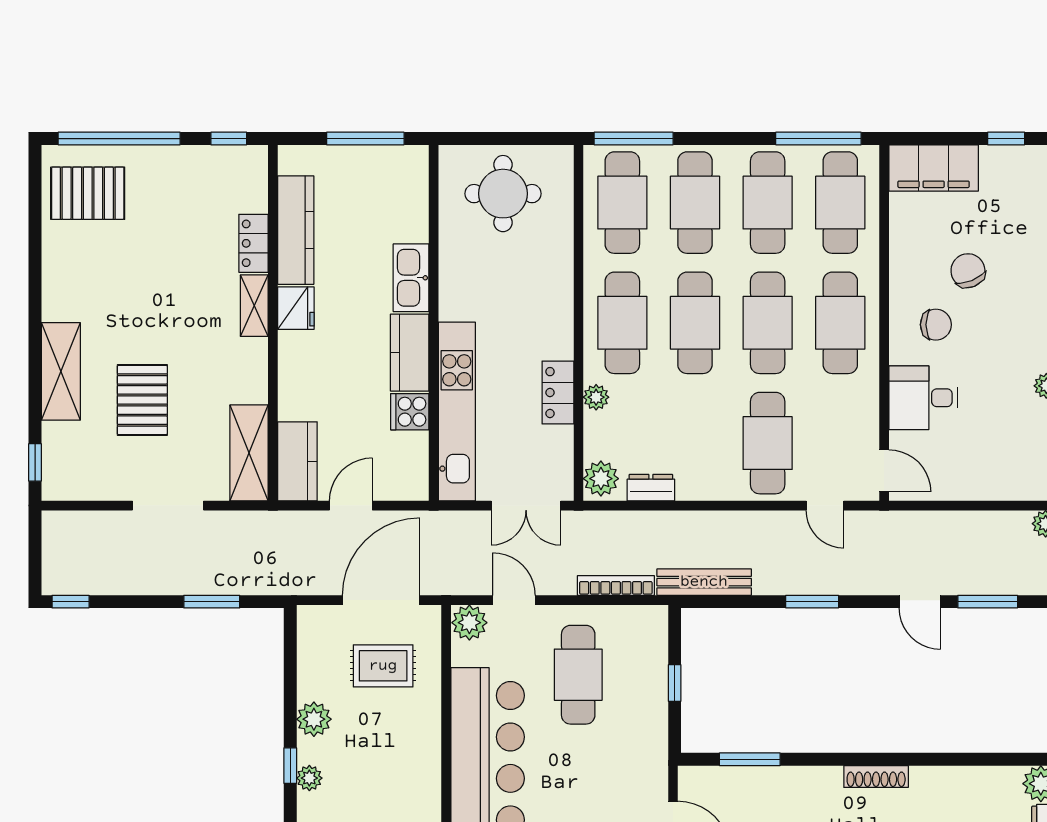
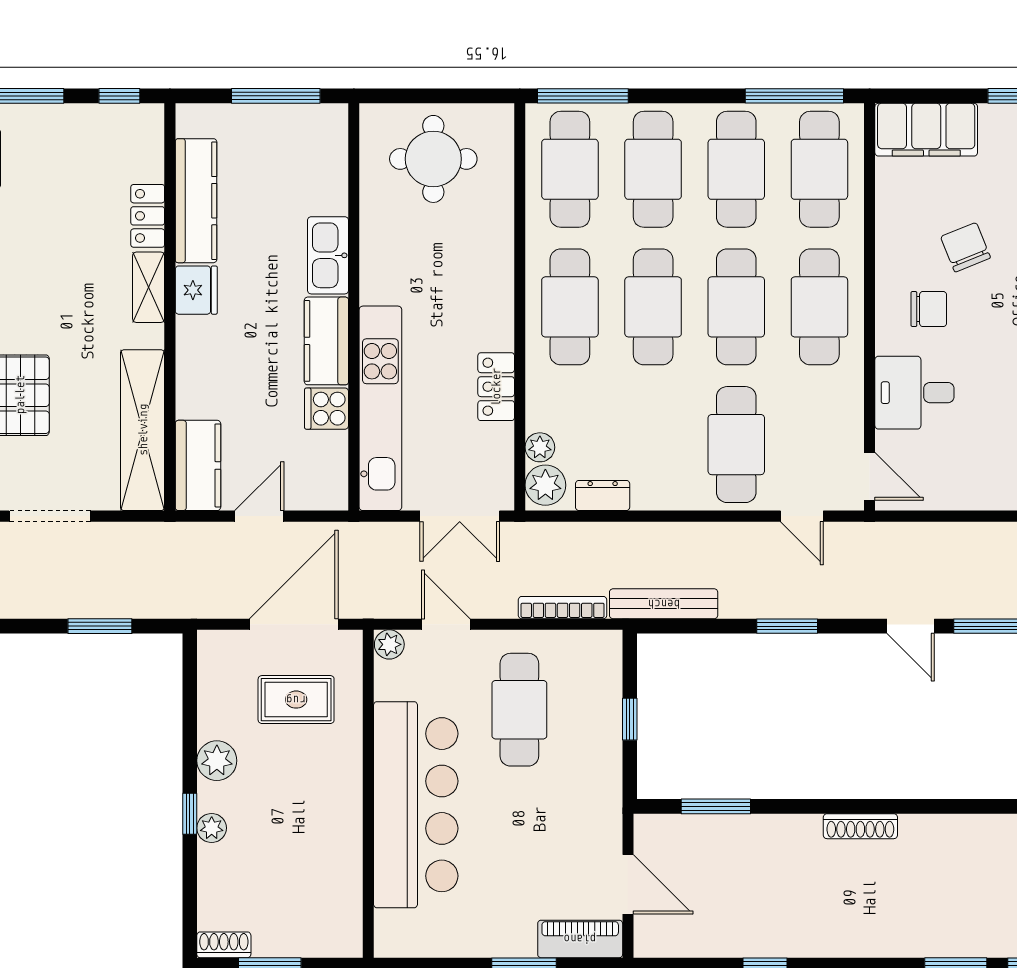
plant: (596, 397) -> (540, 447), moved
shelving: (249, 453) -> (143, 430), width x1.47
plant: (469, 623) -> (389, 644), width x0.73, depth x0.73

